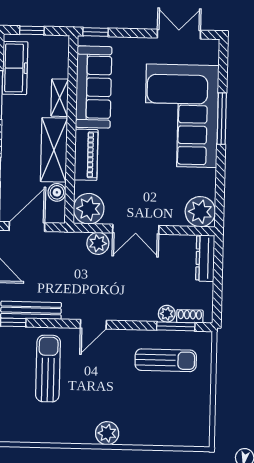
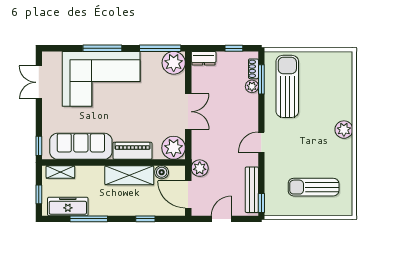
shelving: (60, 98) -> (60, 172), moved
window: (220, 194) -> (160, 48), added
plant: (98, 243) -> (200, 168), moved
dresser: (205, 258) -> (204, 58), width x0.70
window: (218, 291) -> (234, 48), added
door: (93, 324) -> (261, 142), swing flipped
sun lounger: (166, 360) -> (287, 86), width x1.36, depth x1.34
sun lounger: (48, 369) -> (314, 187), moved

